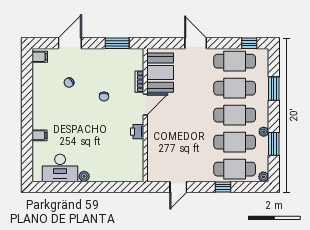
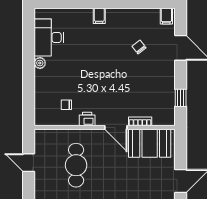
window: (117, 43) -> (181, 98), width x0.67
chair: (104, 97) -> (66, 105), moved
filing cabinet: (39, 135) -> (99, 16), moved
cafe table: (181, 142) -> (76, 165), added

